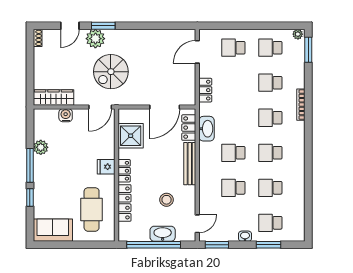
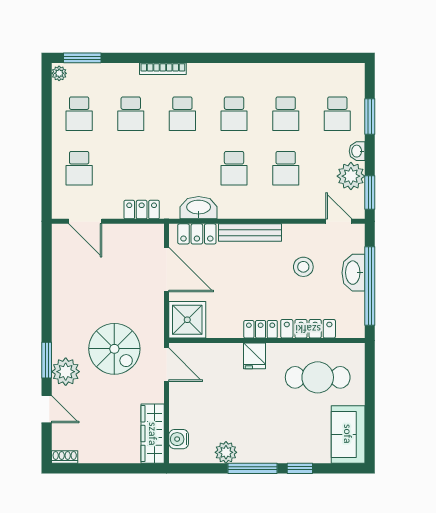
water cooler: (66, 115) -> (179, 439), moved
shower: (131, 136) -> (187, 320), moved
plant: (228, 232) -> (351, 176), added

